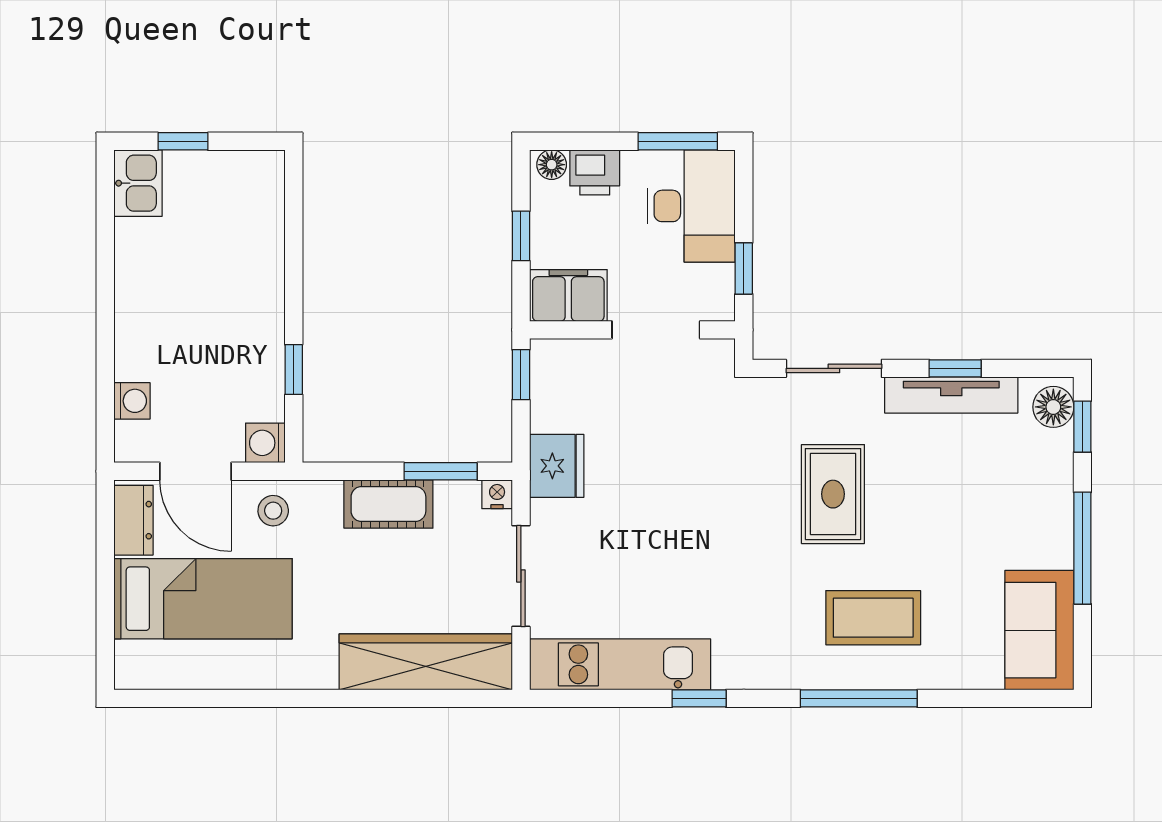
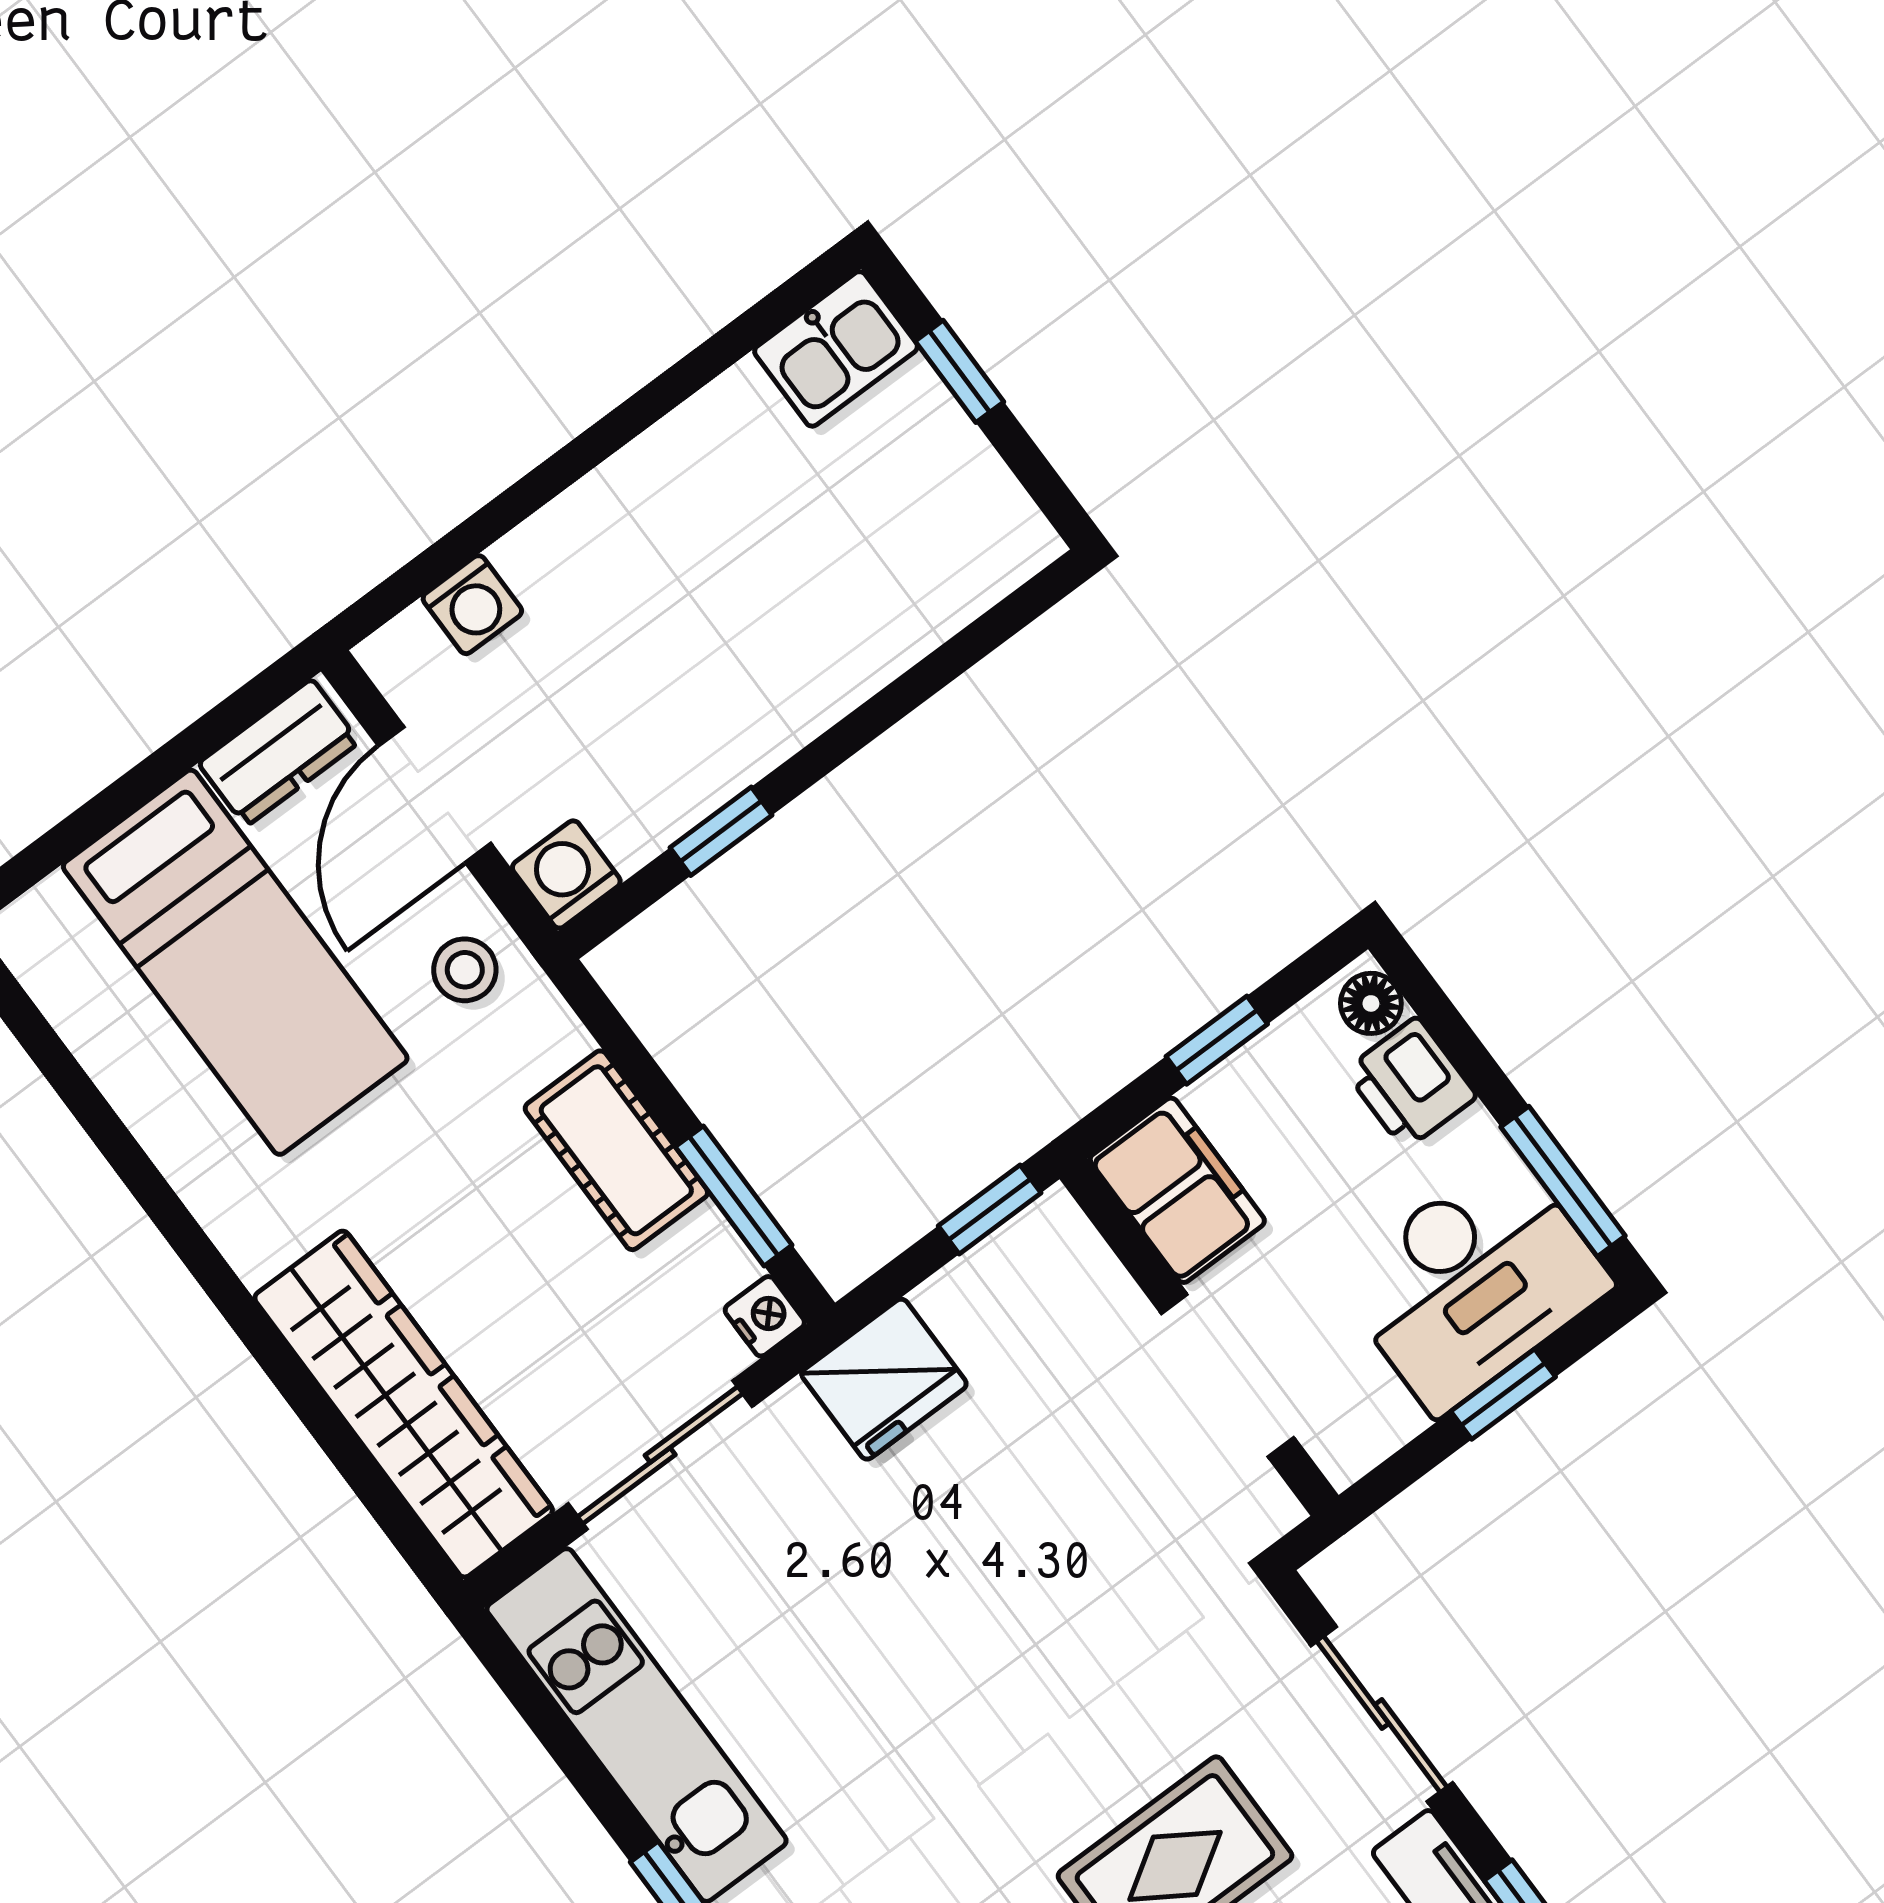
window: (744, 268) -> (1503, 1394), moved

